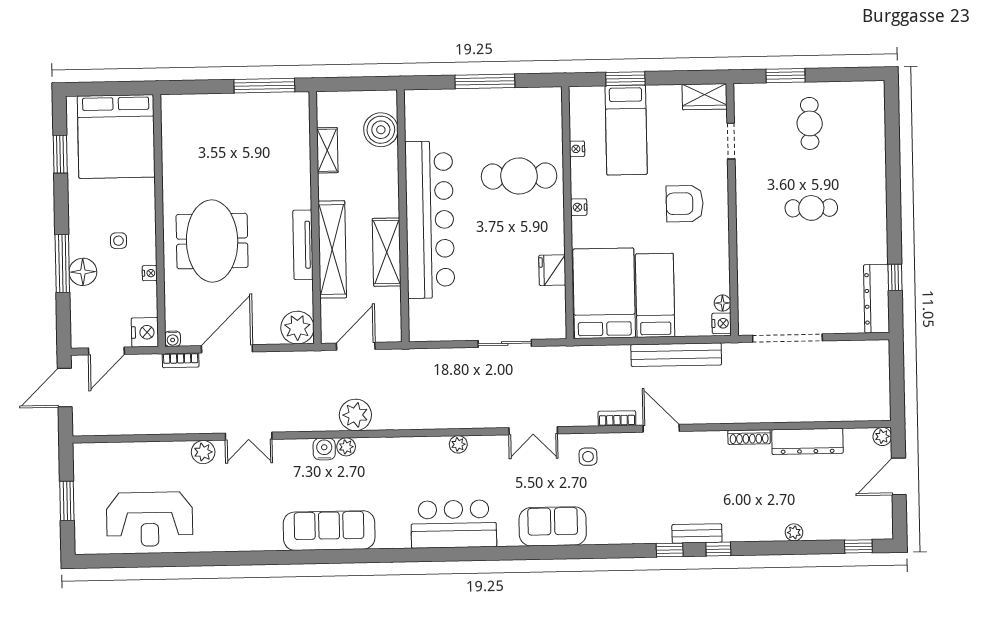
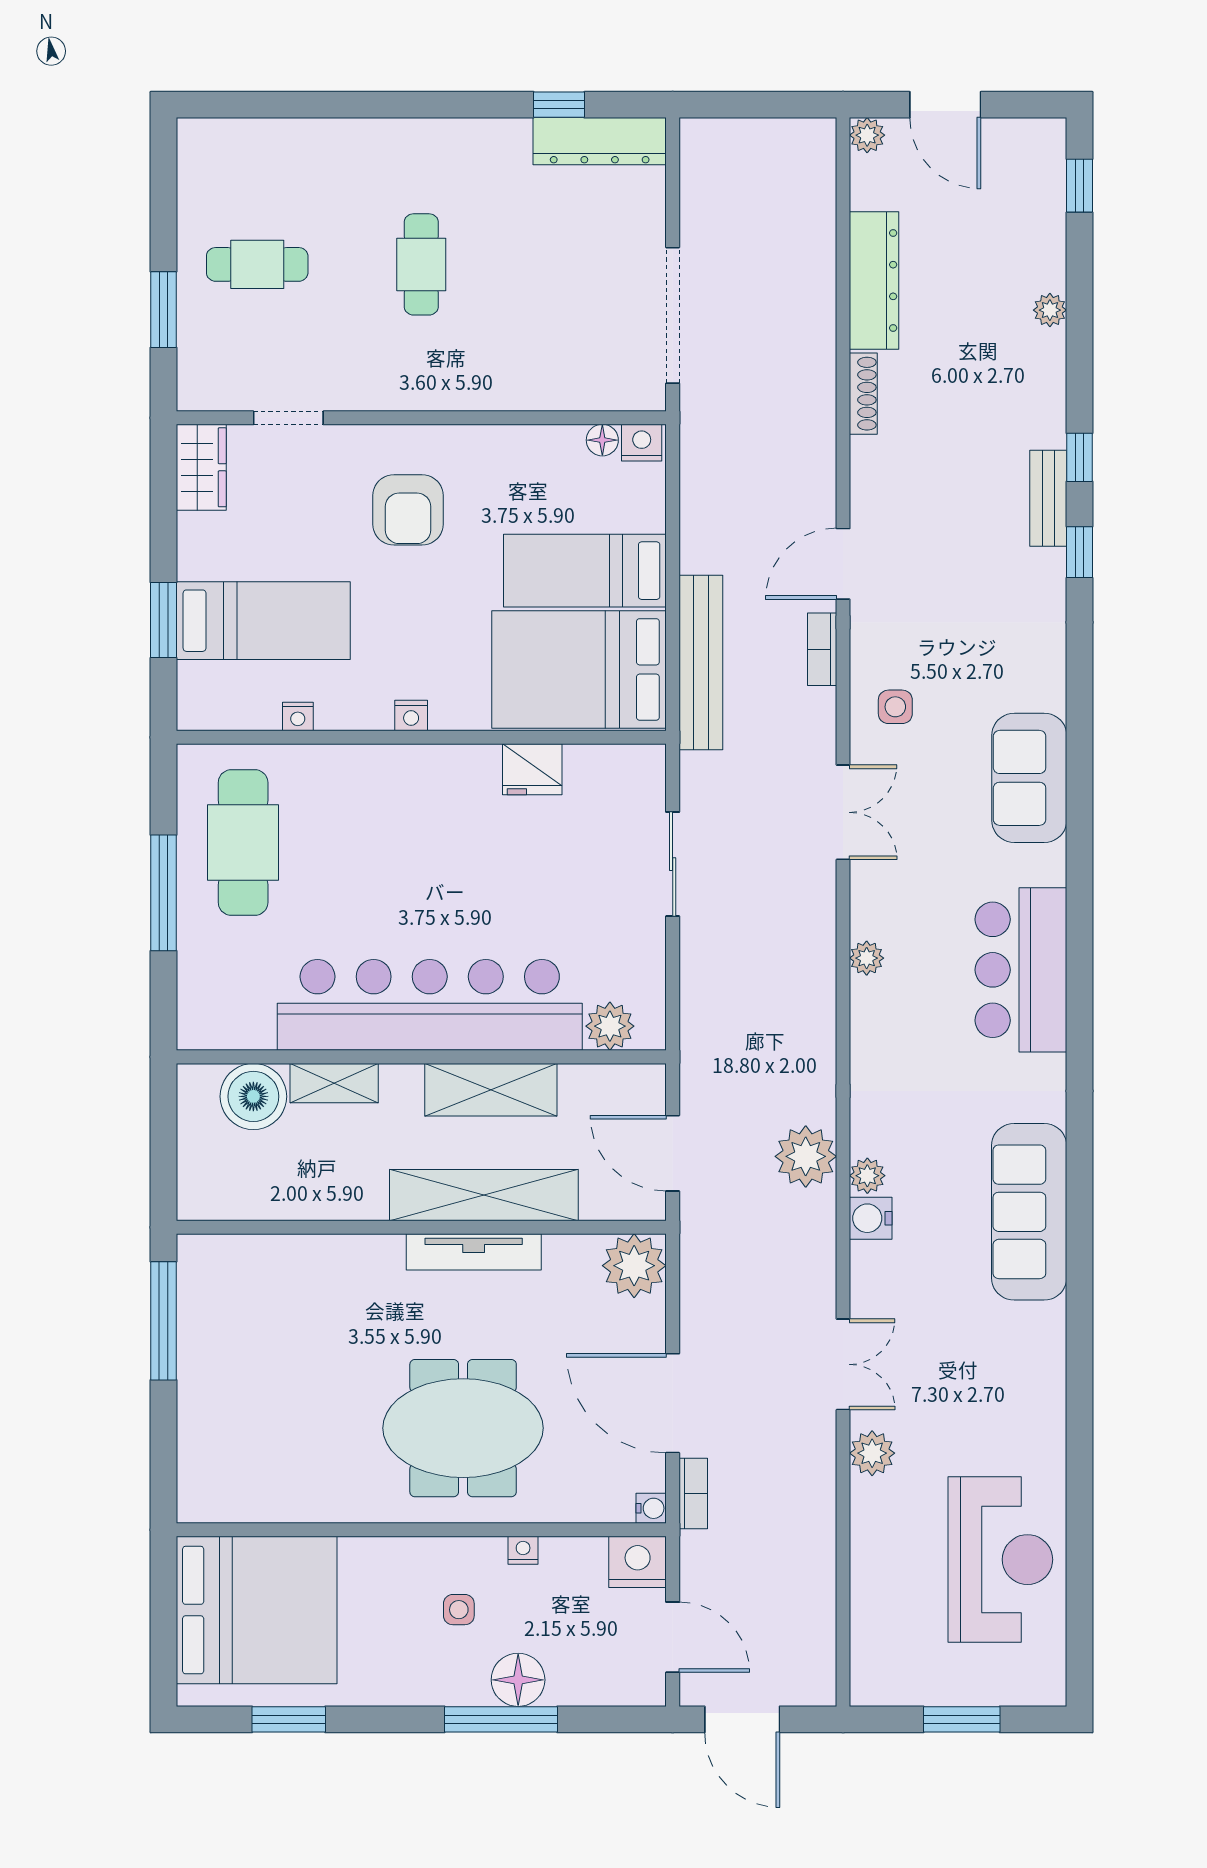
shelving: (327, 150) -> (334, 1083), moved
cafe table: (519, 176) -> (243, 843), moved
plant: (421, 313) -> (610, 1026), added
bench: (676, 355) -> (701, 662), moved

